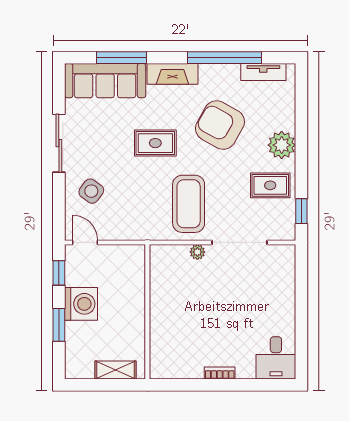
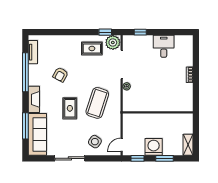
armchair: (220, 125) -> (60, 75), width x0.53, depth x0.53
plant: (282, 145) -> (113, 42), moved
rug: (270, 185) -> (92, 48), turned 90
coffee table: (189, 204) -> (97, 103), moved, turned -72
window: (301, 278) -> (140, 32), added
desk: (276, 358) -> (164, 46), moved, turned -90
shelving: (115, 370) -> (188, 145), moved

